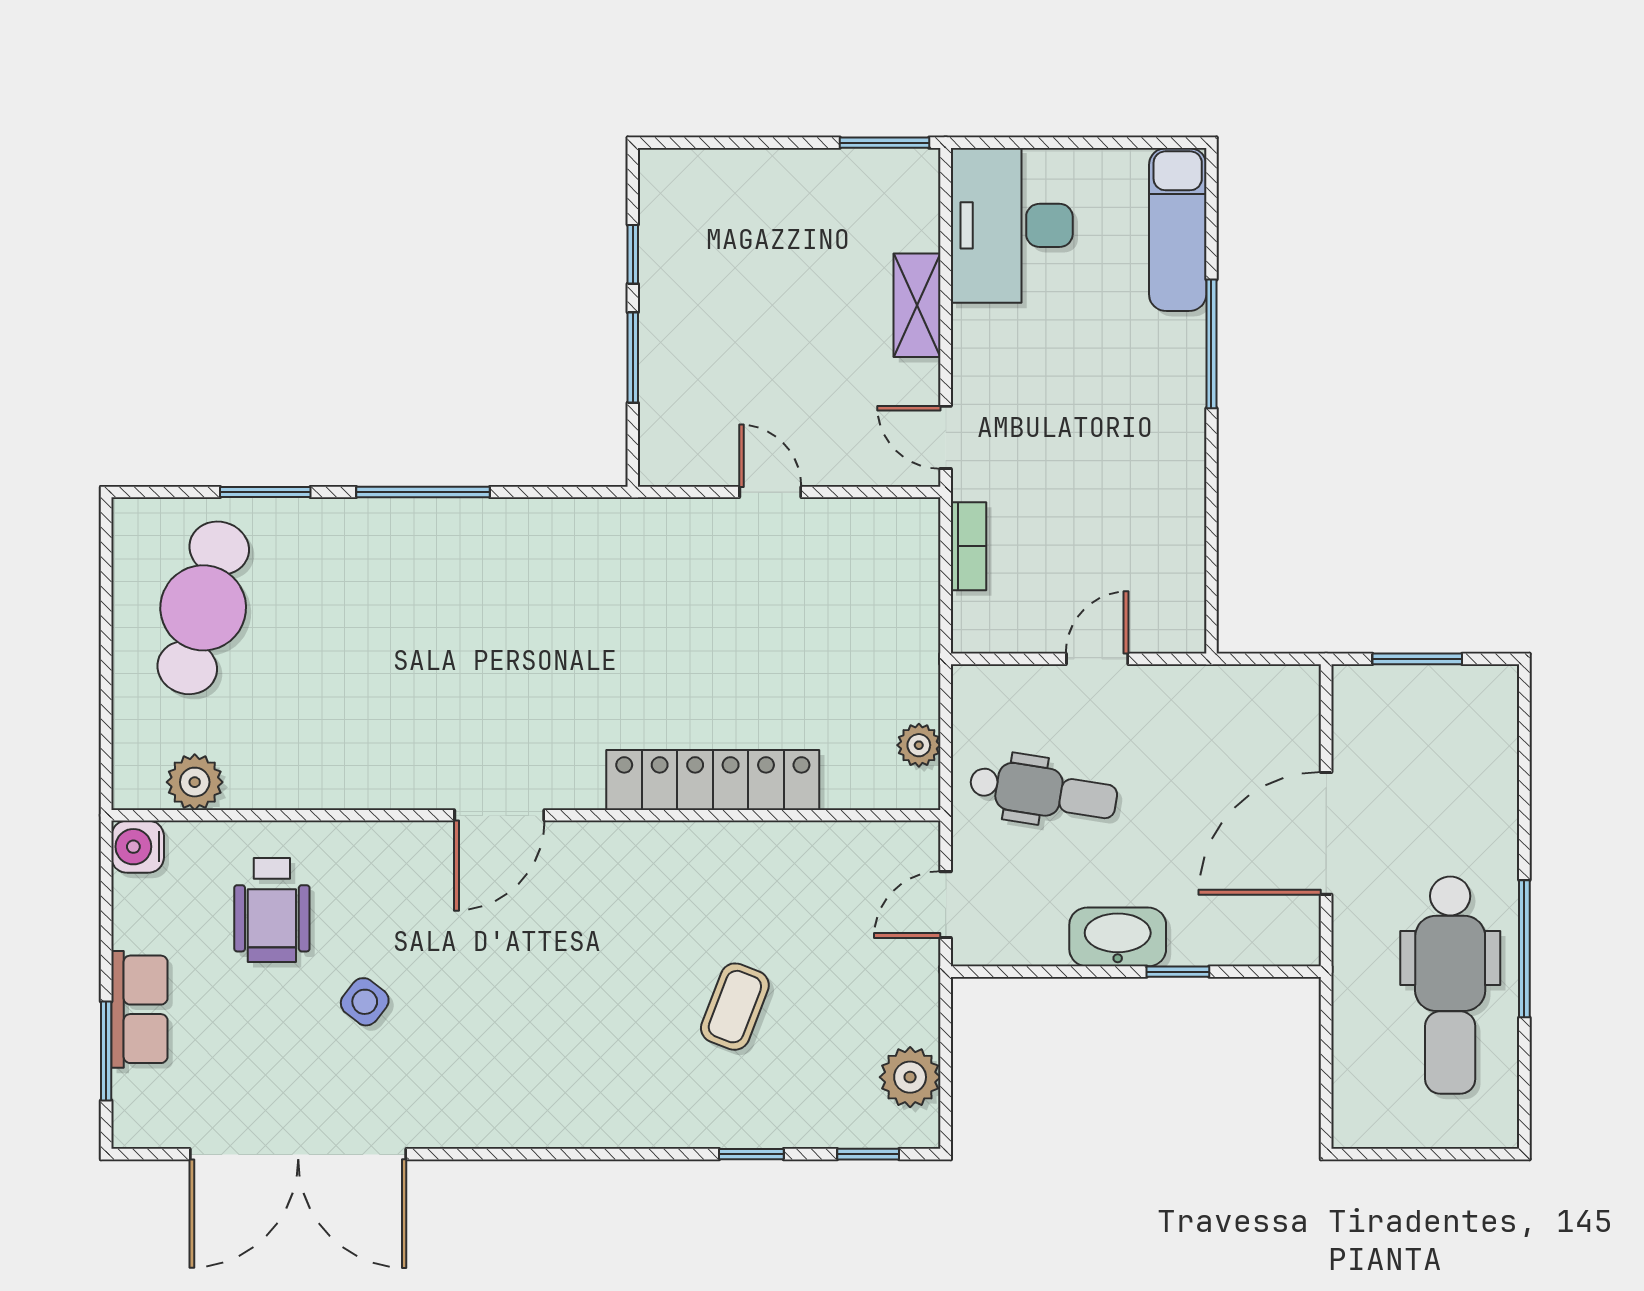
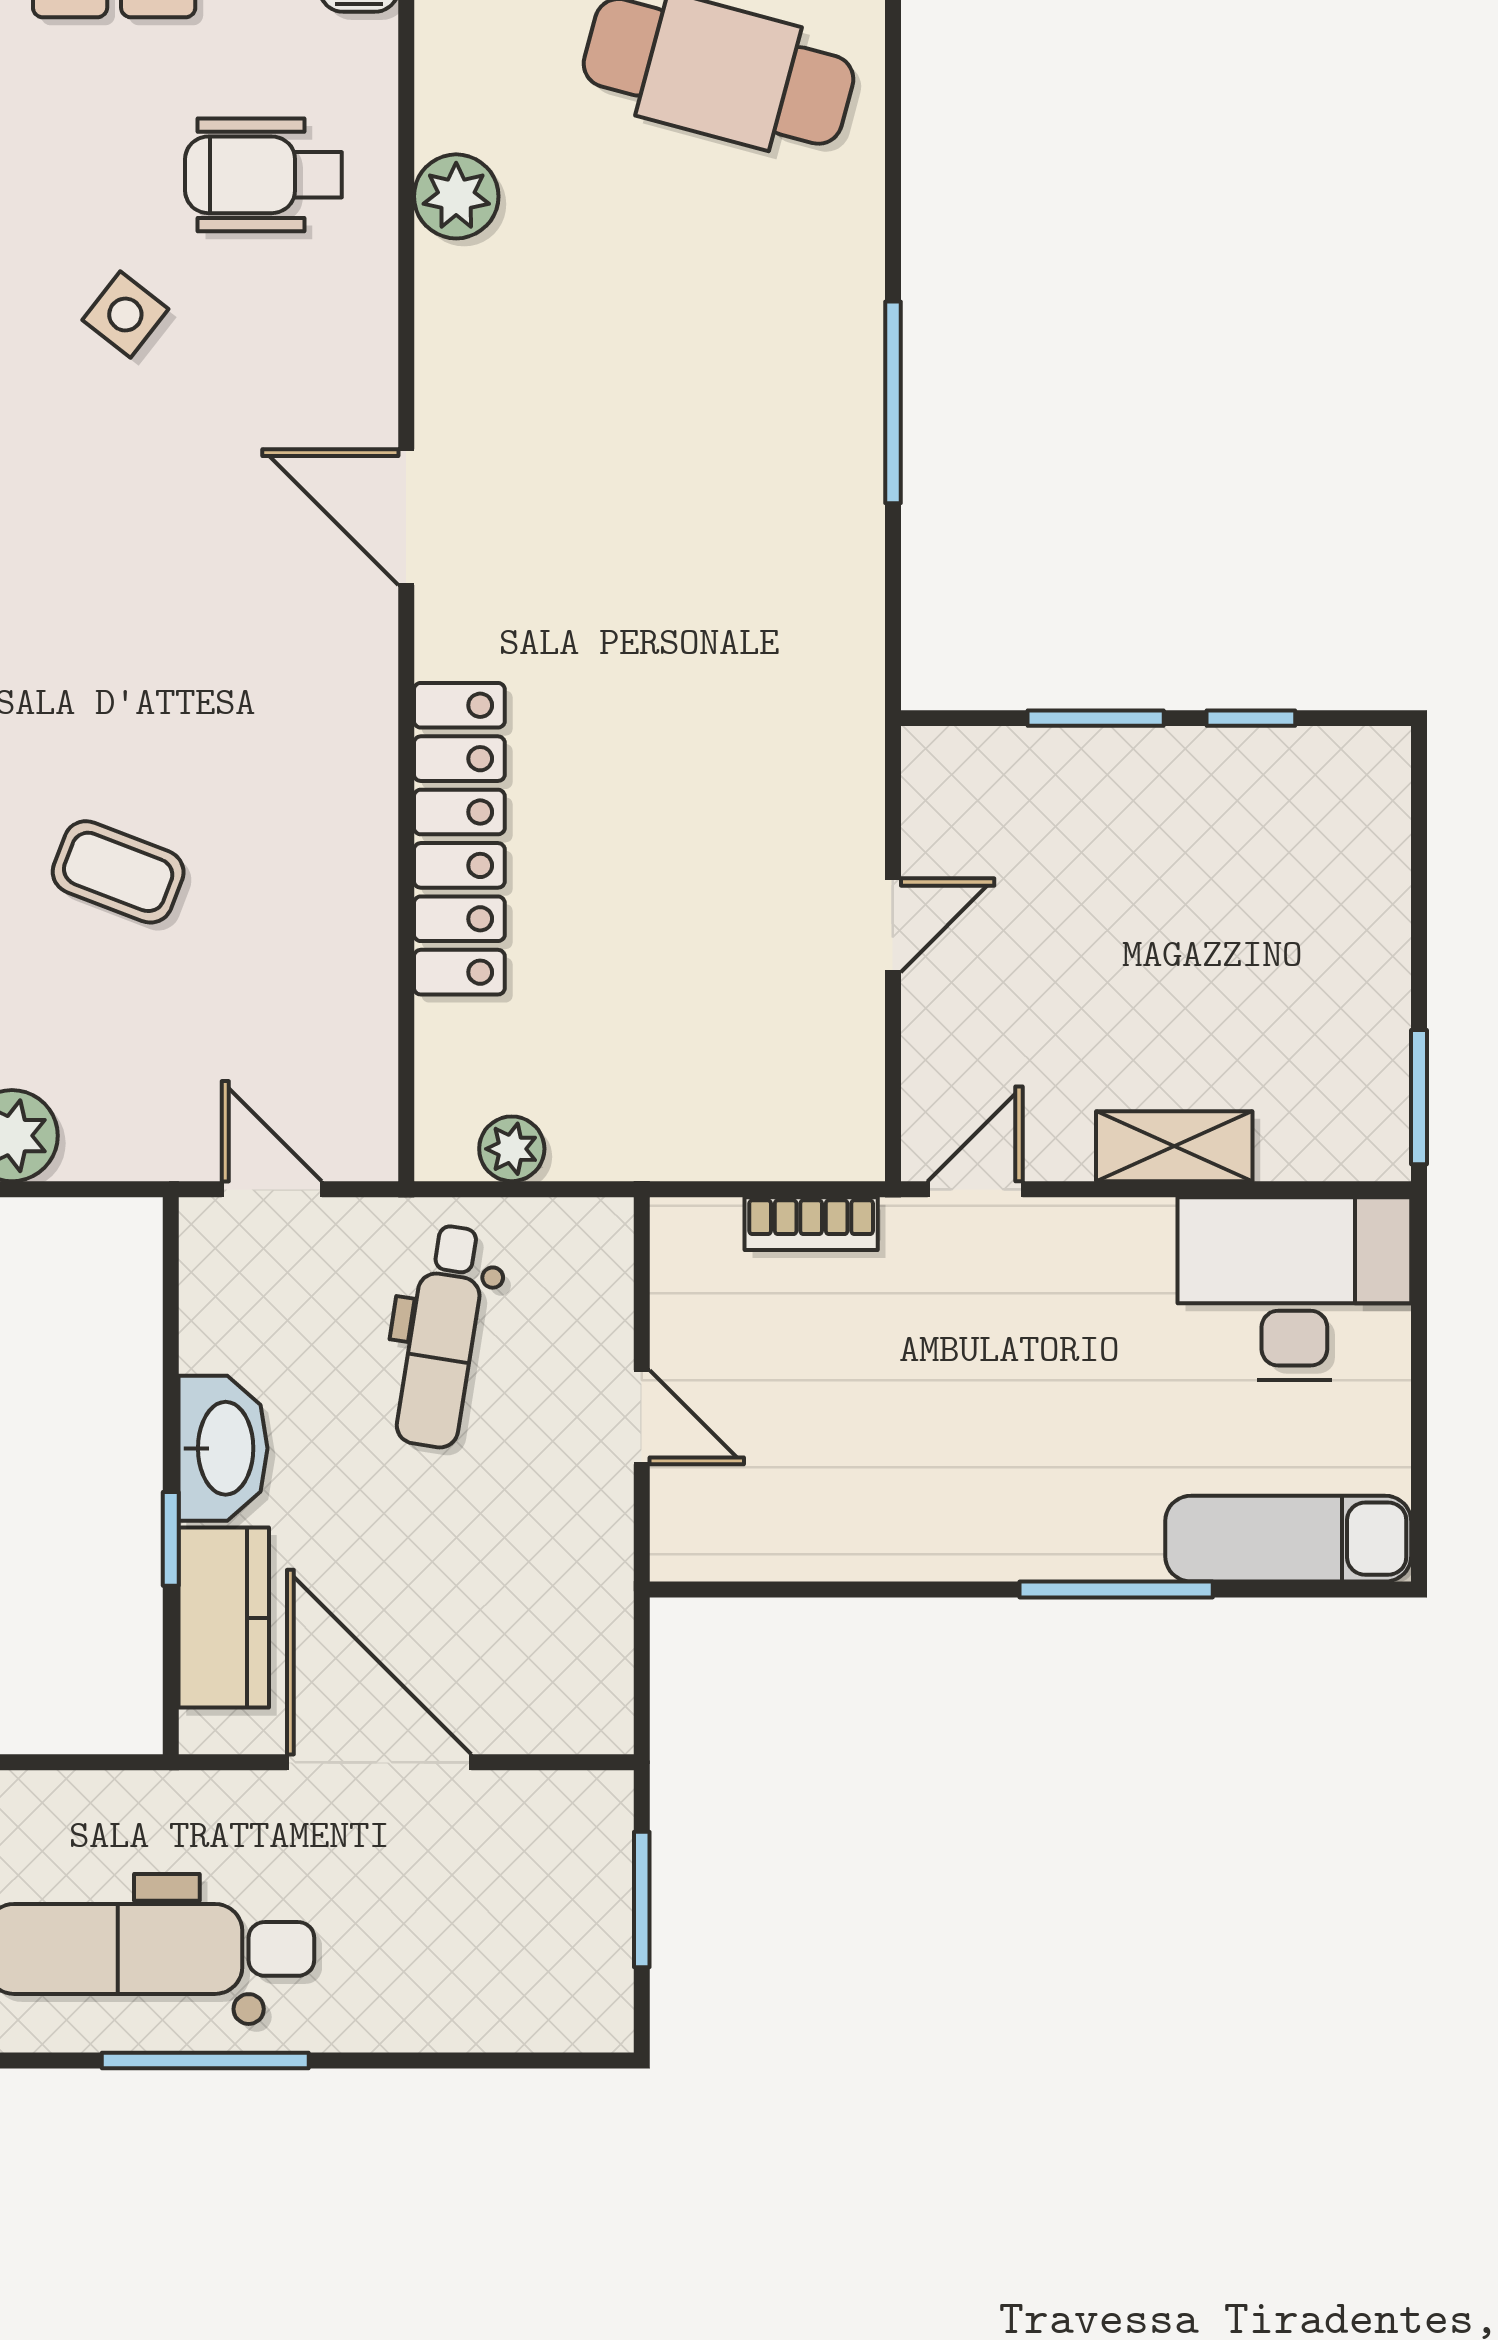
window: (265, 492) -> (893, 165), removed
plant: (195, 782) -> (456, 196), moved
kitchen counter: (1230, 937) -> (224, 1618), added

